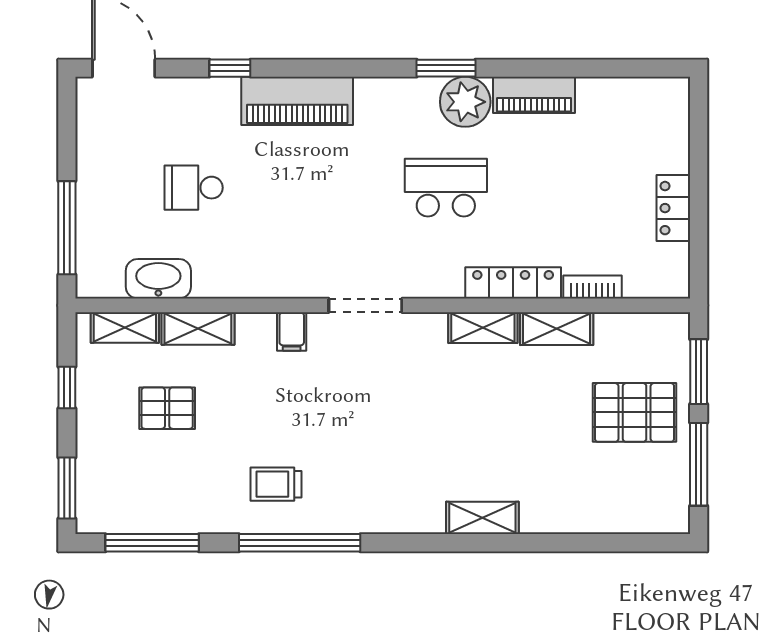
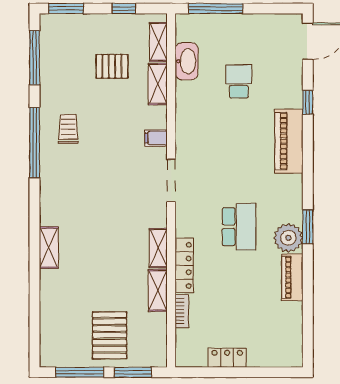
pallet: (167, 408) -> (112, 66), turned 90

